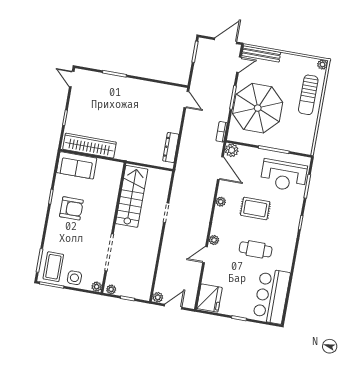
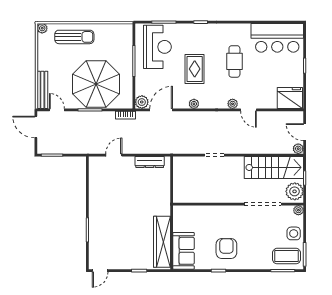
door: (186, 100) -> (114, 155), moved
stairs: (132, 196) -> (274, 167), moved, turned 180
plant: (111, 289) -> (295, 191), width x1.88, depth x1.88

